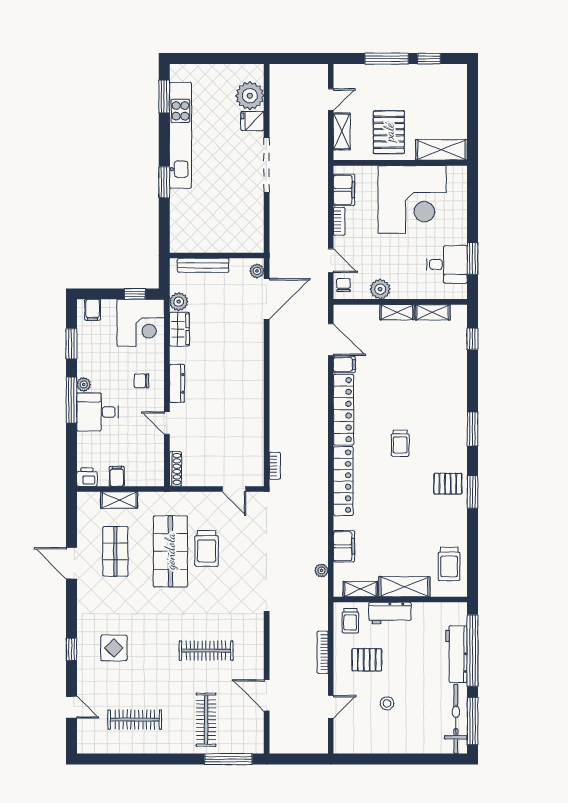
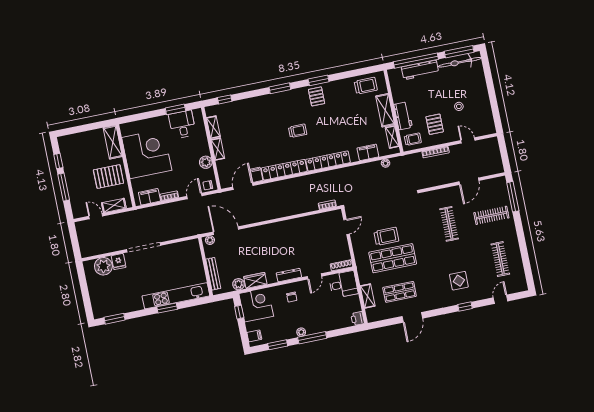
kitchen unit: (180, 135) -> (176, 296), moved
desk: (98, 412) -> (343, 284), moved, turned -90
filing cabinet: (117, 476) -> (353, 300), removed

